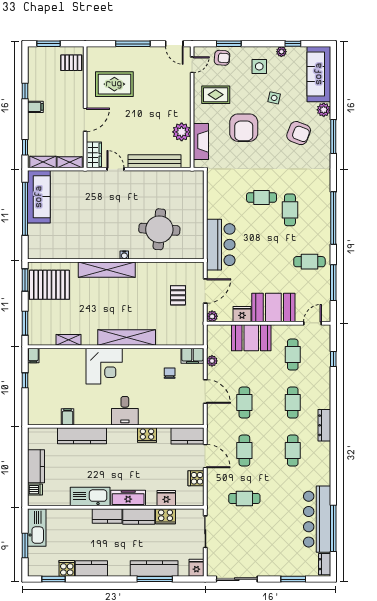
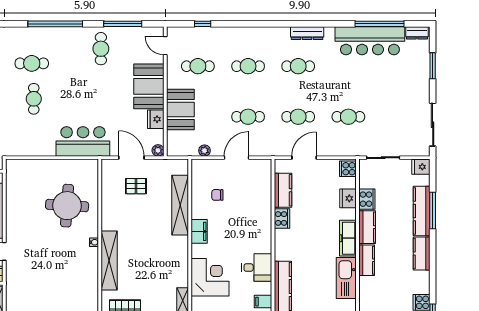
cafe table: (290, 210) -> (32, 63), moved
shelving: (127, 338) -> (180, 205), moved
filing cabinet: (192, 356) -> (199, 231), moved
corner desk: (104, 366) -> (210, 277), moved
desk: (125, 411) -> (257, 268), moved
dresser: (324, 425) -> (307, 33), moved
kitchen counter: (187, 436) -> (283, 190), moved
cooker: (196, 478) -> (348, 169), moved, turned 90
cafe table: (244, 498) -> (348, 117), turned 90
kitchen counter: (91, 569) -> (422, 254), moved

